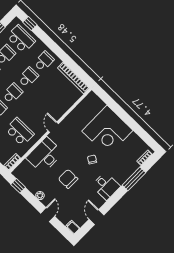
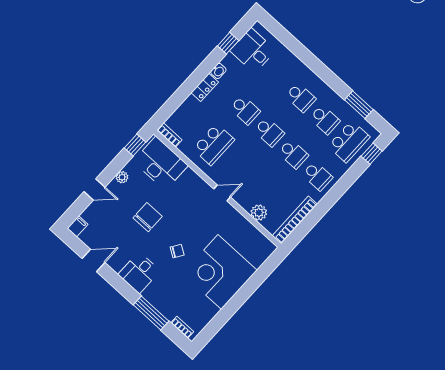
plant: (68, 102) -> (259, 213), added
desk: (45, 155) -> (161, 163), moved

